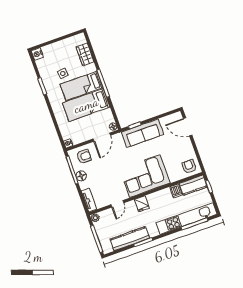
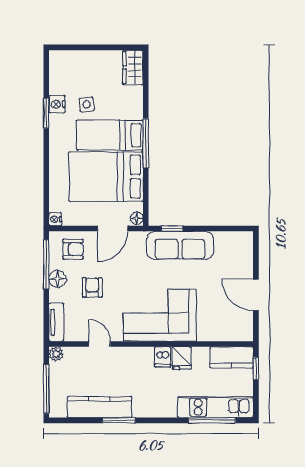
nightstand: (37, 54) -> (57, 104), moved
wardrobe: (85, 54) -> (133, 67), moved
bed: (86, 105) -> (106, 177), width x1.50
door: (188, 127) -> (256, 295), moved
armchair: (189, 166) -> (92, 287), moved
dishwasher: (176, 191) -> (163, 357), moved
door: (117, 204) -> (100, 344), swing flipped
fridge: (142, 204) -> (182, 358), moved
kitchen unit: (186, 219) -> (215, 407), width x0.73

